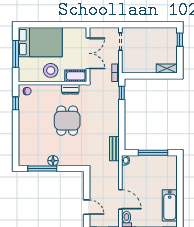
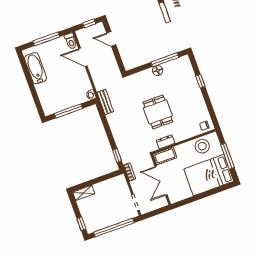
window: (150, 25) -> (114, 228), added
stool: (51, 70) -> (202, 146), moved
window: (16, 103) -> (200, 81), moved

